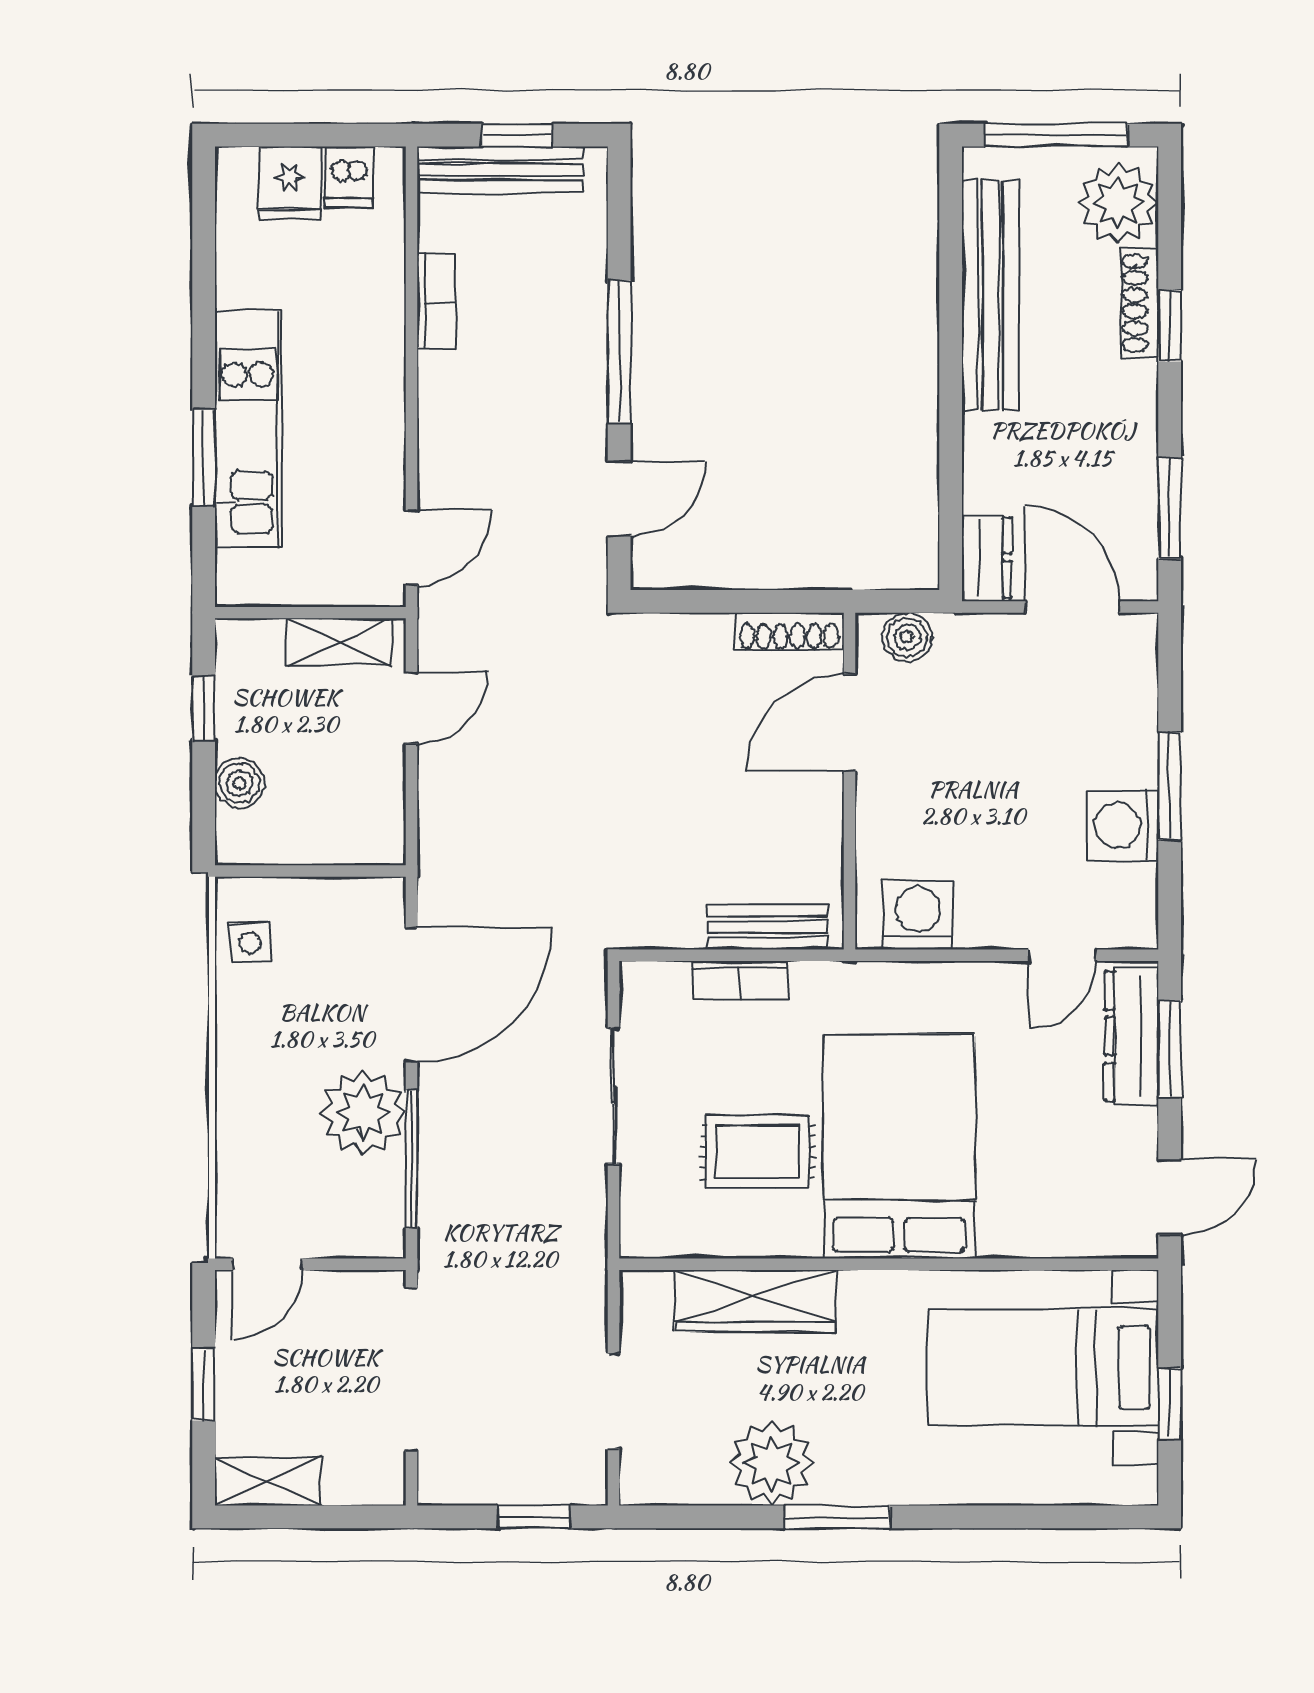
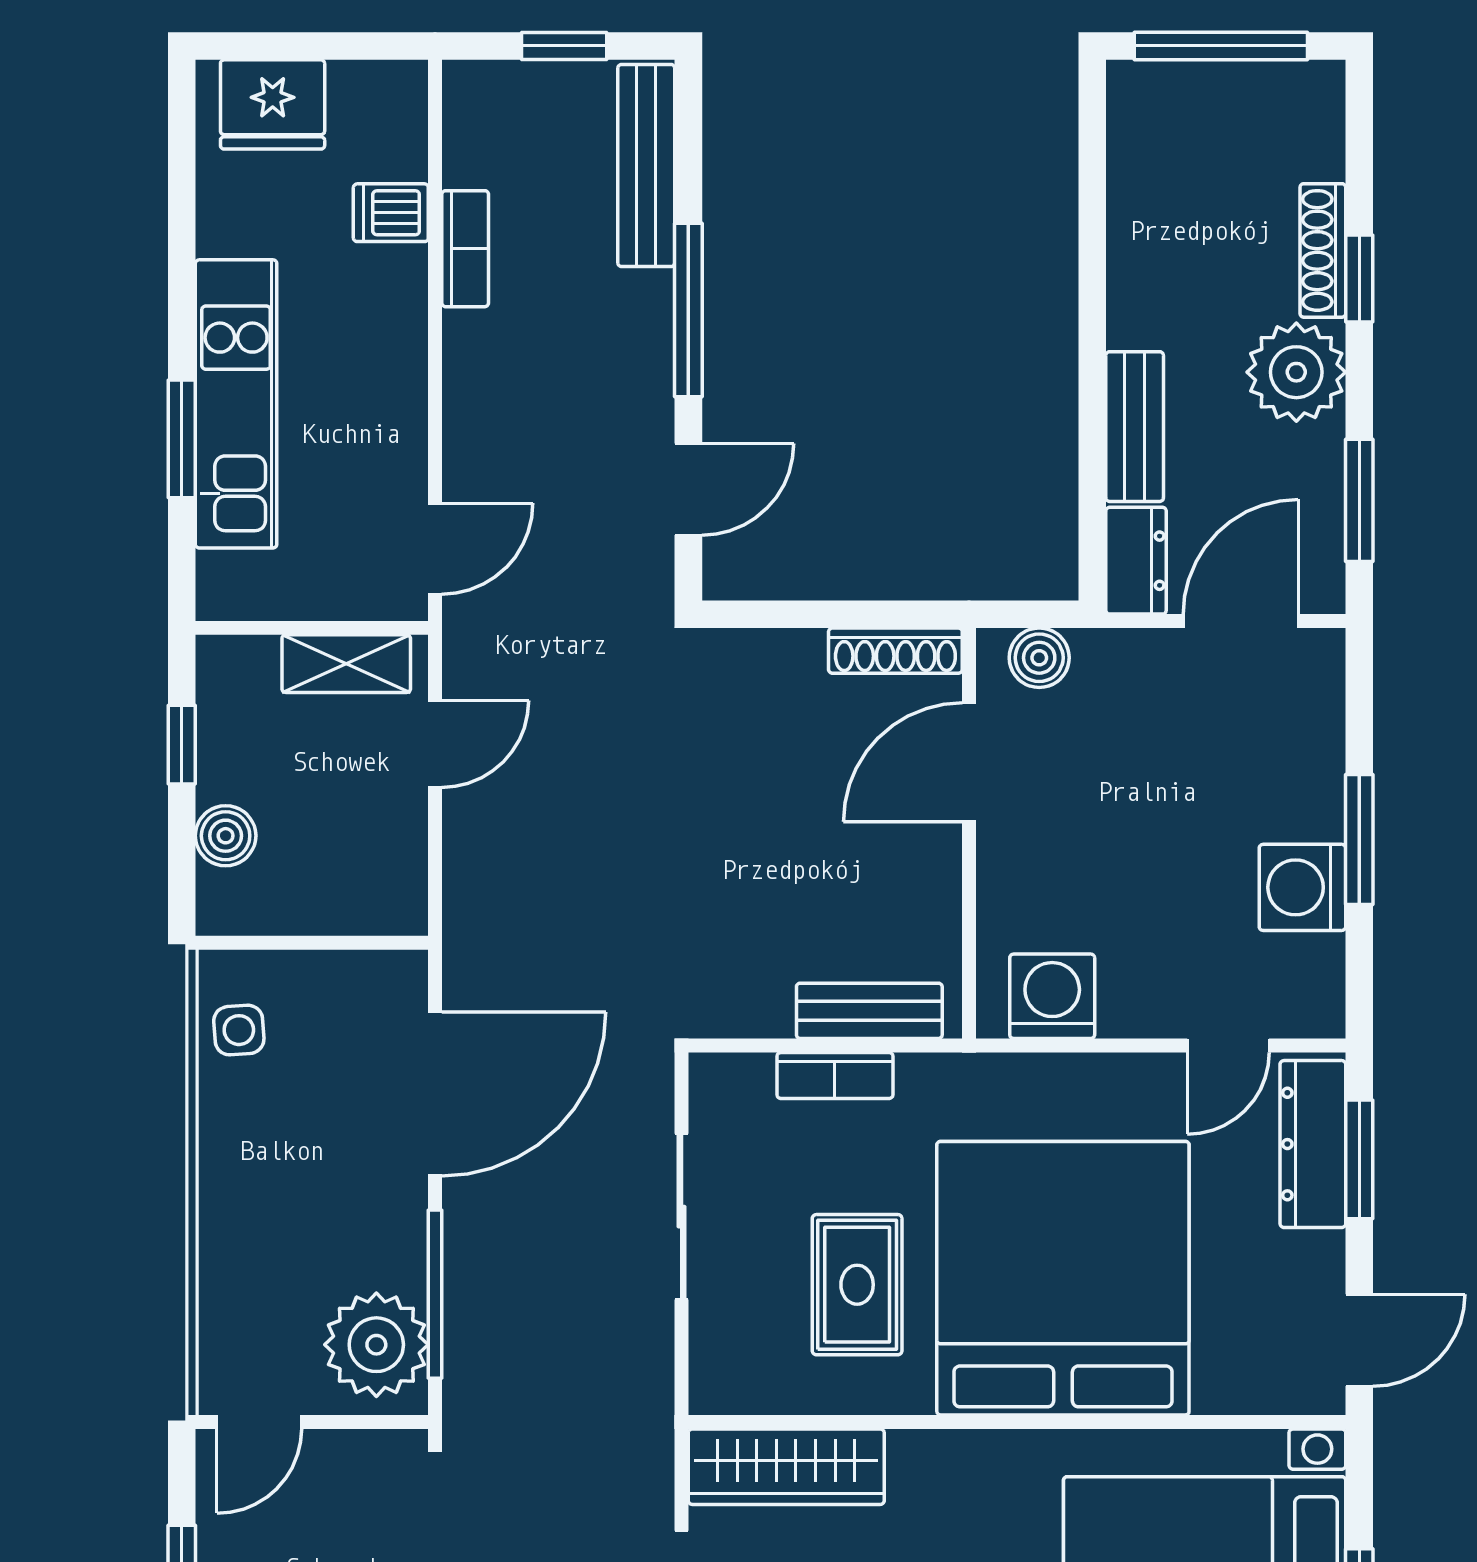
bench: (500, 170) -> (646, 166), moved, turned 90
dishwasher: (349, 177) -> (391, 213), moved, turned 90
fridge: (290, 183) -> (273, 104), width x1.38
plant: (1118, 203) -> (1296, 372), moved
bench: (990, 295) -> (1135, 427), moved, width x0.54, depth x0.82
door: (1072, 607) -> (1241, 621), hinge flipped
plant: (363, 1113) -> (376, 1345), moved
bed: (899, 1146) -> (1063, 1278), width x1.36
rug: (758, 1152) -> (857, 1285), turned 90
wardrobe: (755, 1301) -> (786, 1467), moved

